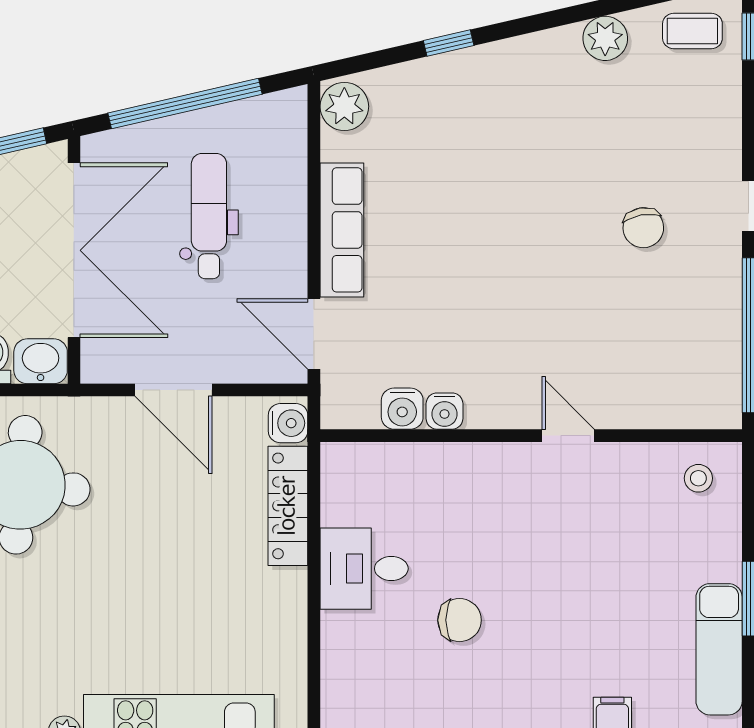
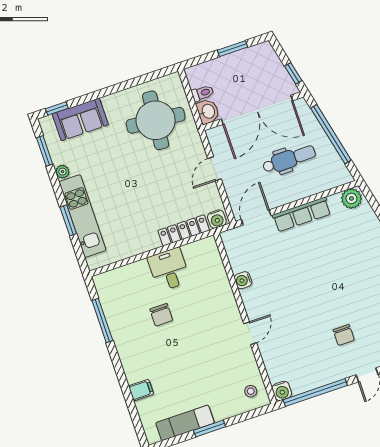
chair: (643, 228) -> (344, 335), turned -80
door: (174, 390) -> (214, 169), width x0.73
water cooler: (402, 409) -> (282, 391), moved, turned -90

